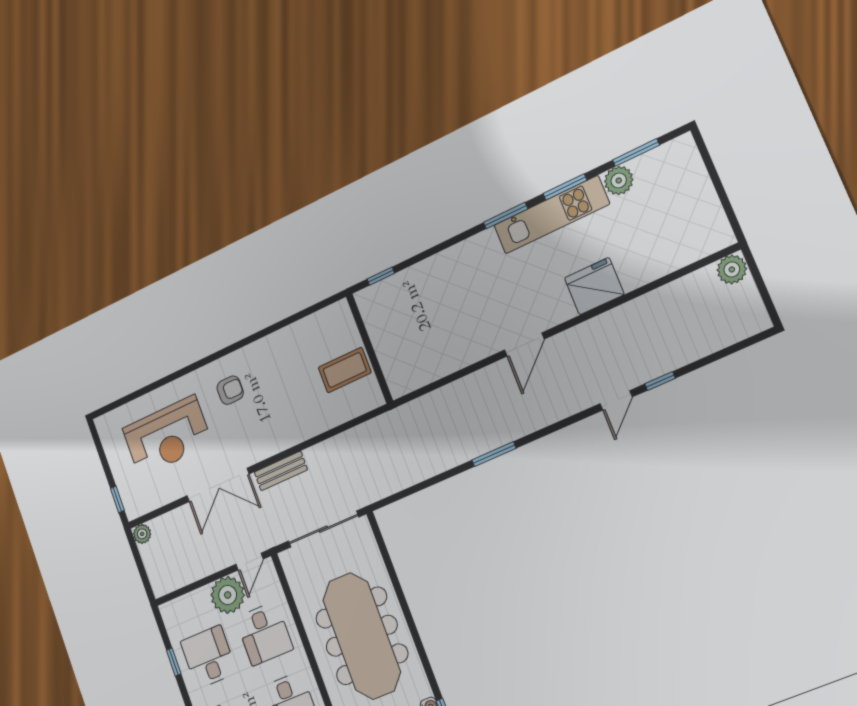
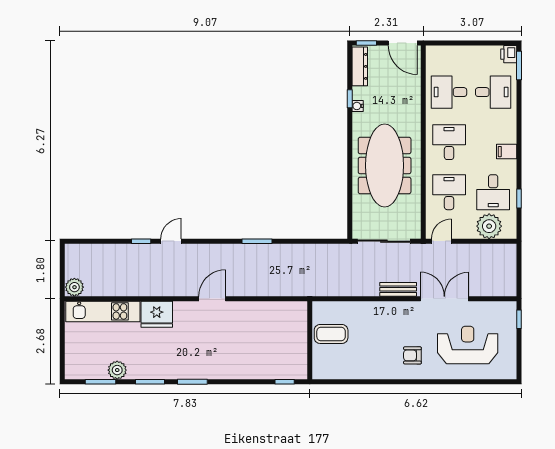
kitchen unit: (551, 215) -> (103, 311), moved, turned 180
plant: (142, 534) -> (510, 289), removed
plant: (228, 595) -> (489, 226), moved

